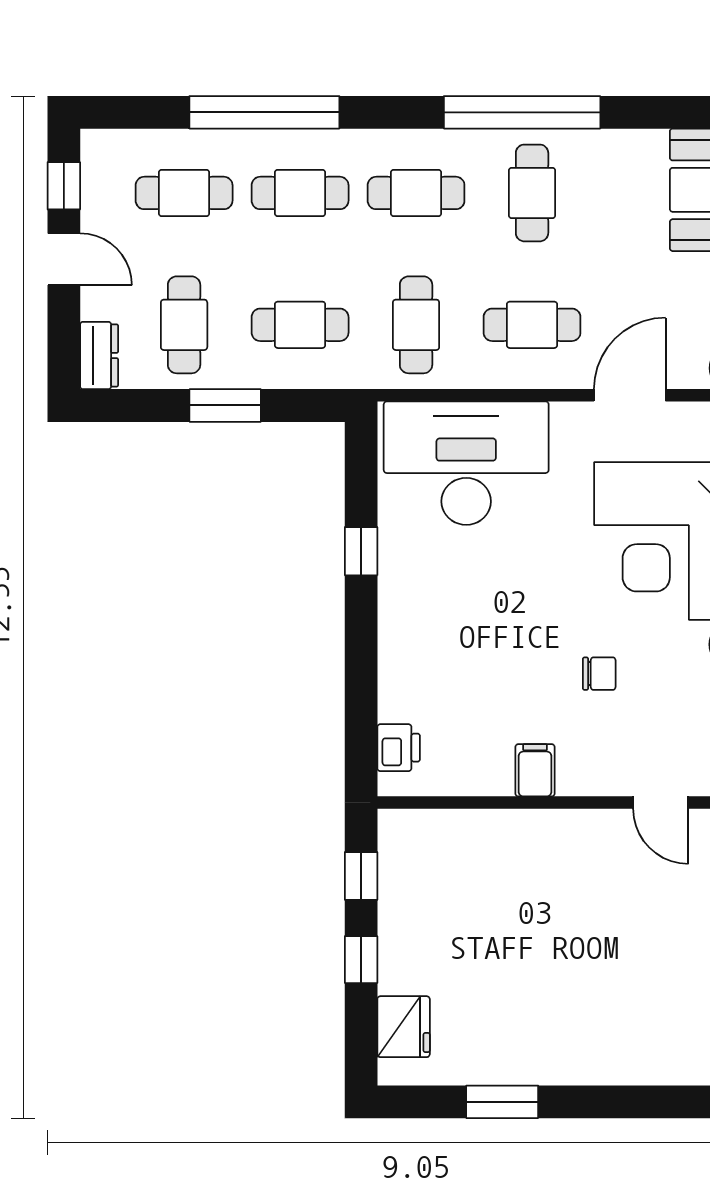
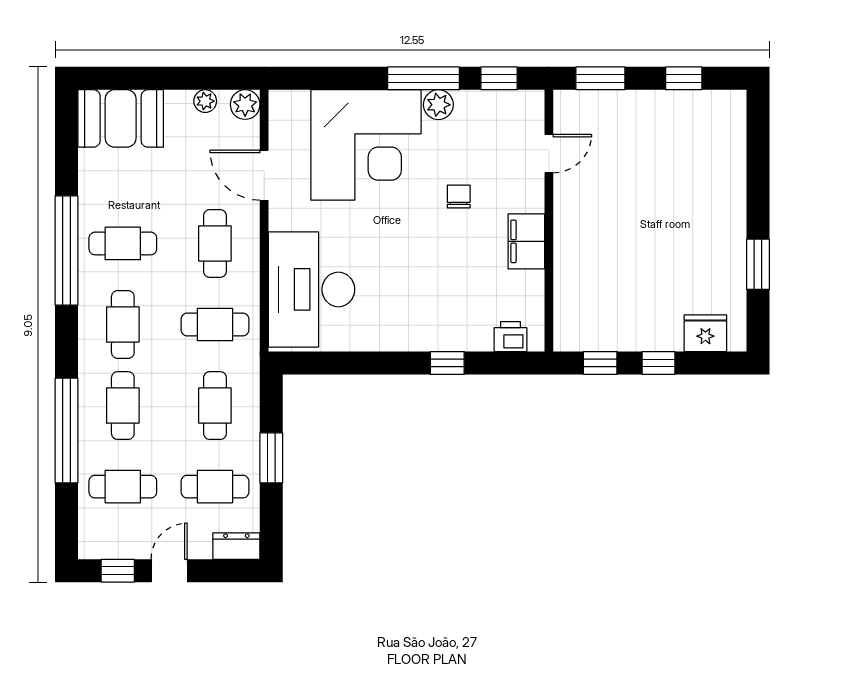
cafe table: (184, 193) -> (123, 487), turned 90
window: (361, 551) -> (447, 363), moved
filing cabinet: (535, 770) -> (526, 241), width x2.00

